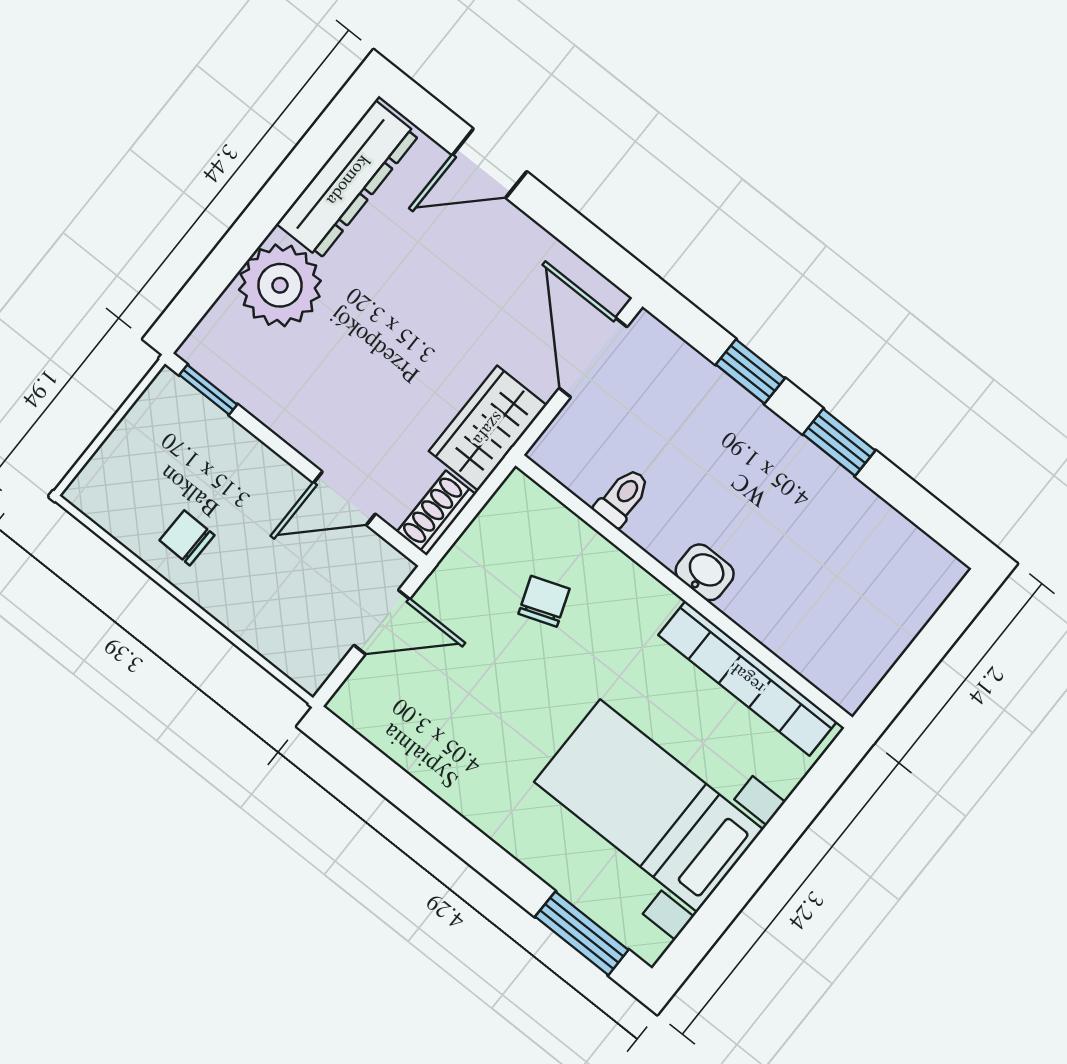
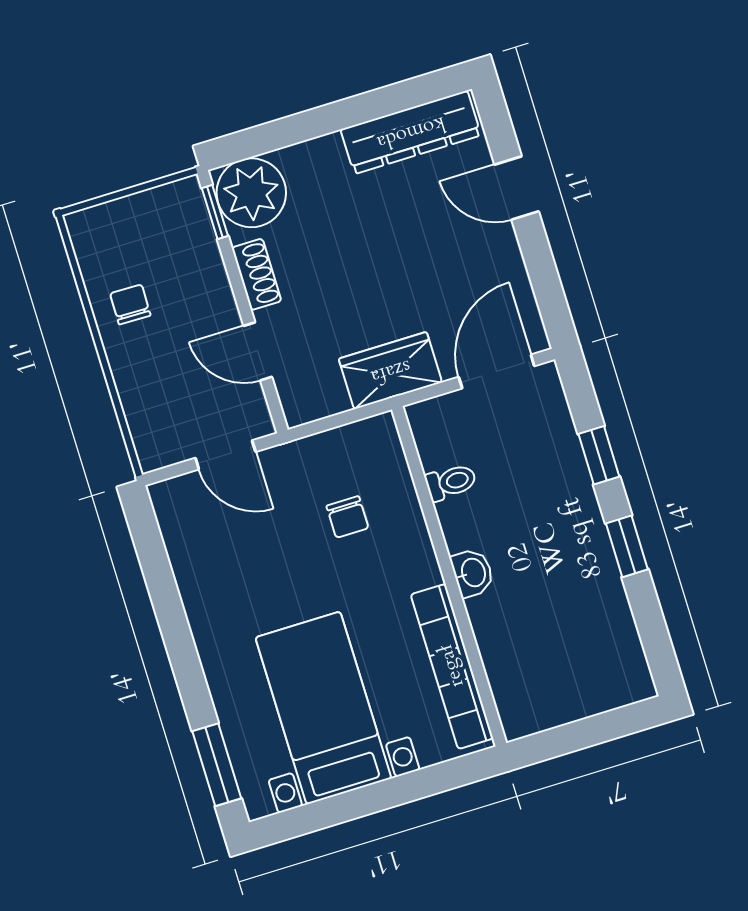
plant: (280, 285) -> (251, 193), moved
shoe rack: (436, 513) -> (257, 274), moved, turned 90
chair: (544, 601) -> (347, 517), turned 110

